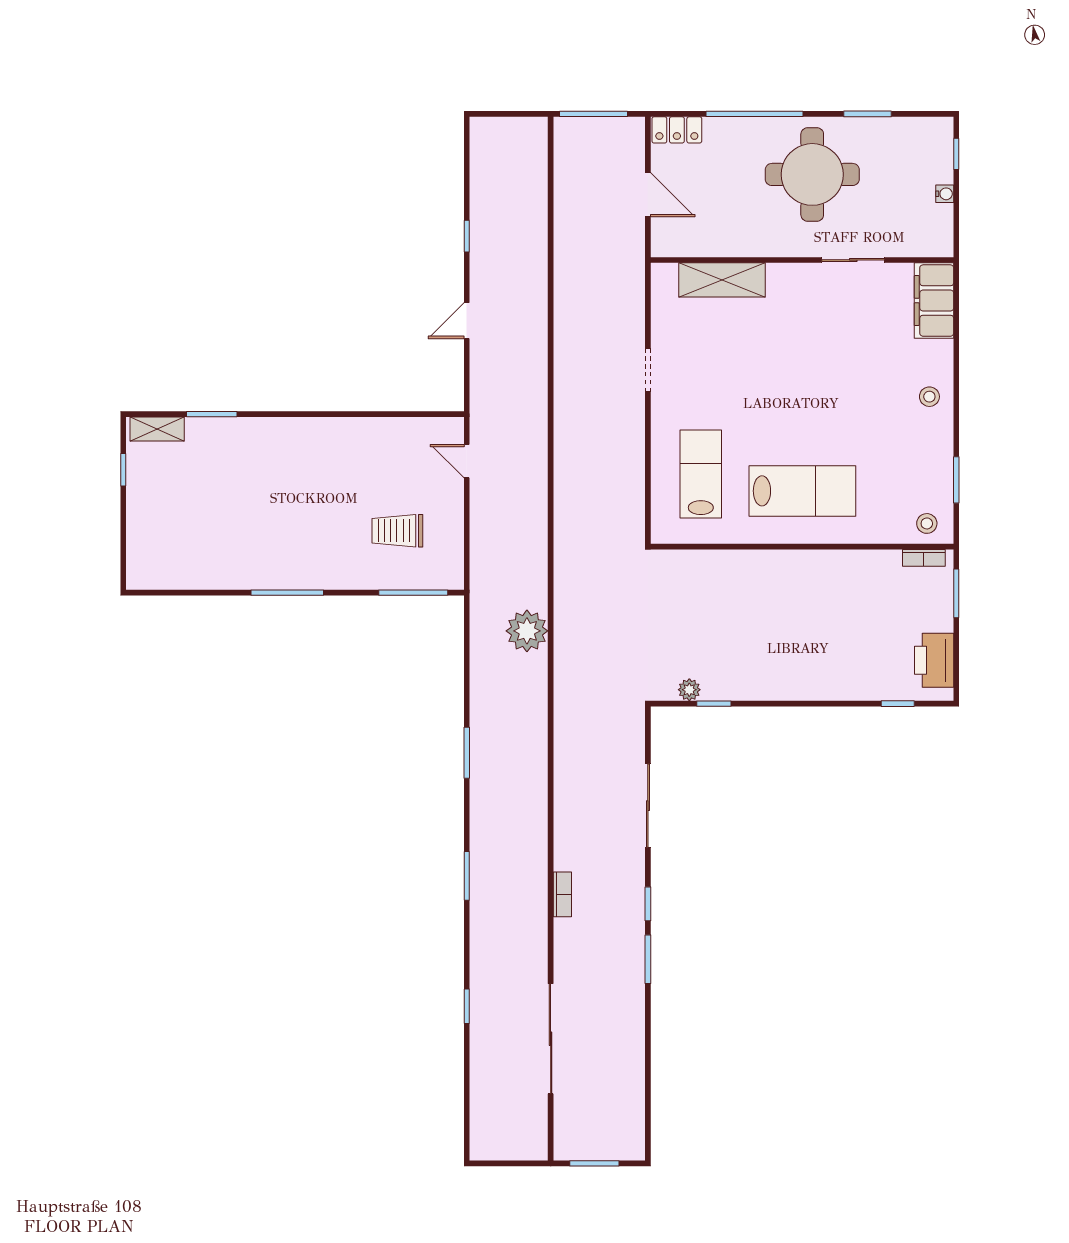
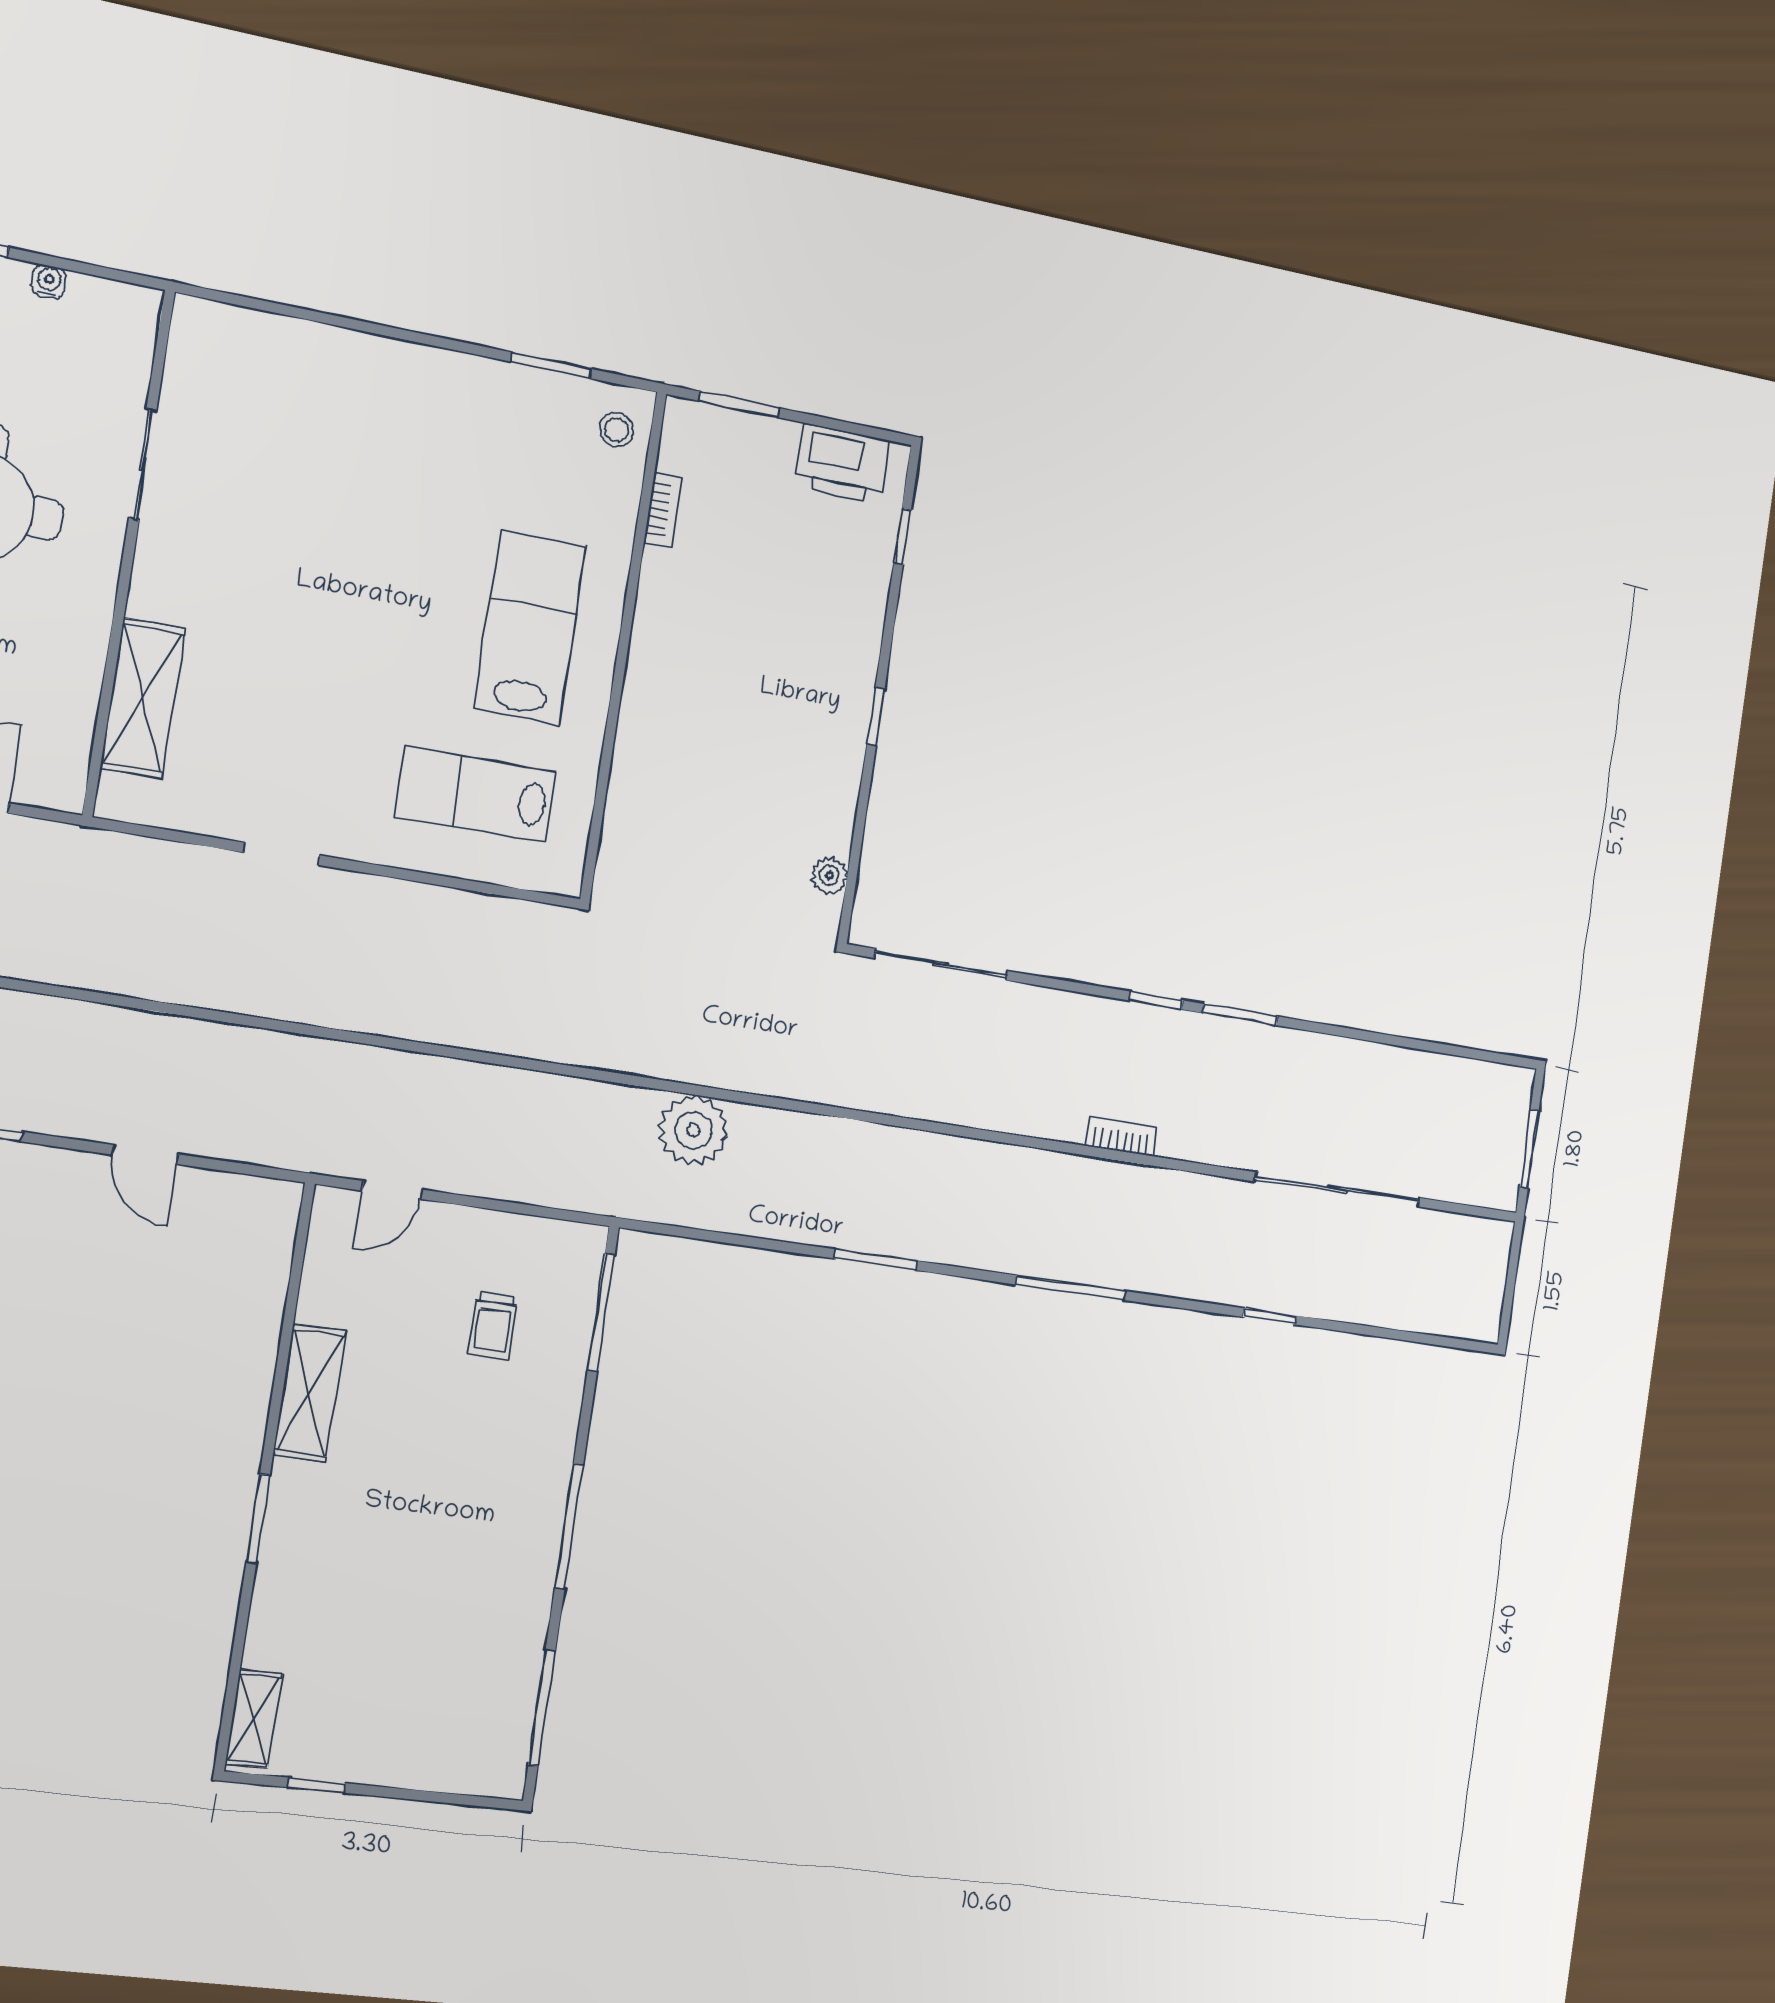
filing cabinet: (934, 301) -> (236, 339), removed
stool: (929, 397) -> (403, 381), removed
window: (212, 414) -> (258, 1518), moved
shelving: (345, 432) -> (309, 1393), added
trolley: (397, 531) -> (493, 1325), width x0.73, depth x0.72
bookcase: (924, 558) -> (663, 510), moved
window: (181, 593) -> (542, 1708), added
window: (714, 704) -> (876, 716), moved
sliding door: (648, 806) -> (941, 964), moved
window: (467, 876) -> (1070, 1288), width x1.44

